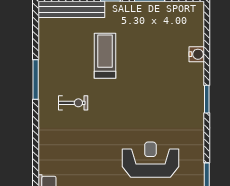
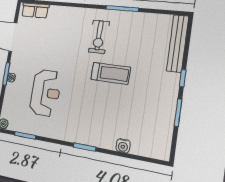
treadmill: (105, 56) -> (111, 73), moved
exercise bike: (73, 103) -> (99, 37), width x1.38, depth x1.39

